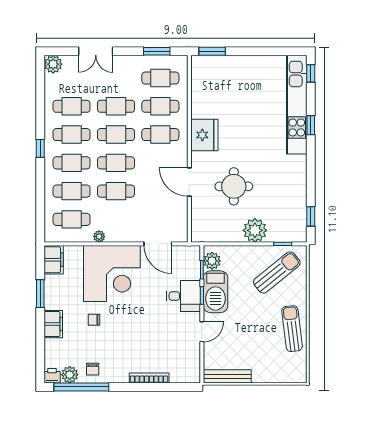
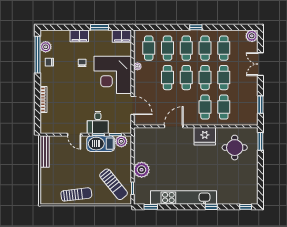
cafe table: (160, 78) -> (243, 107), removed
kitchen unit: (297, 105) -> (183, 198), moved
round table: (234, 186) -> (235, 148), moved
door: (158, 244) -> (133, 105), swing flipped
printer: (52, 376) -> (45, 35), removed

